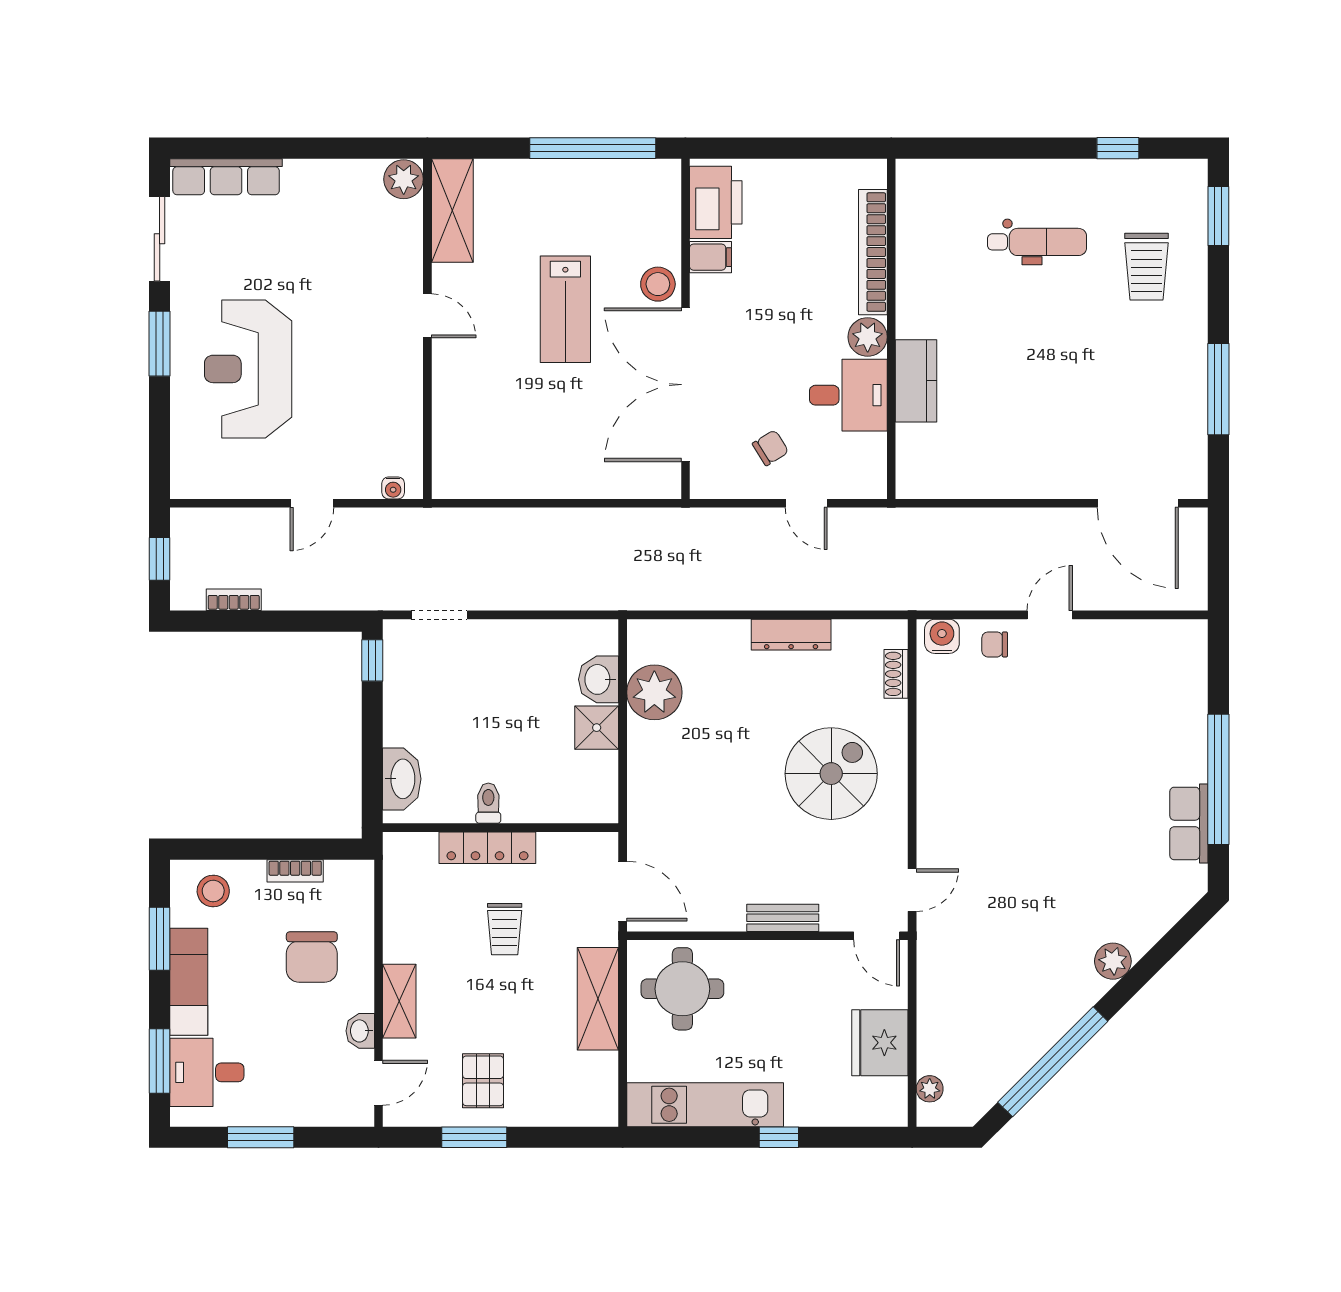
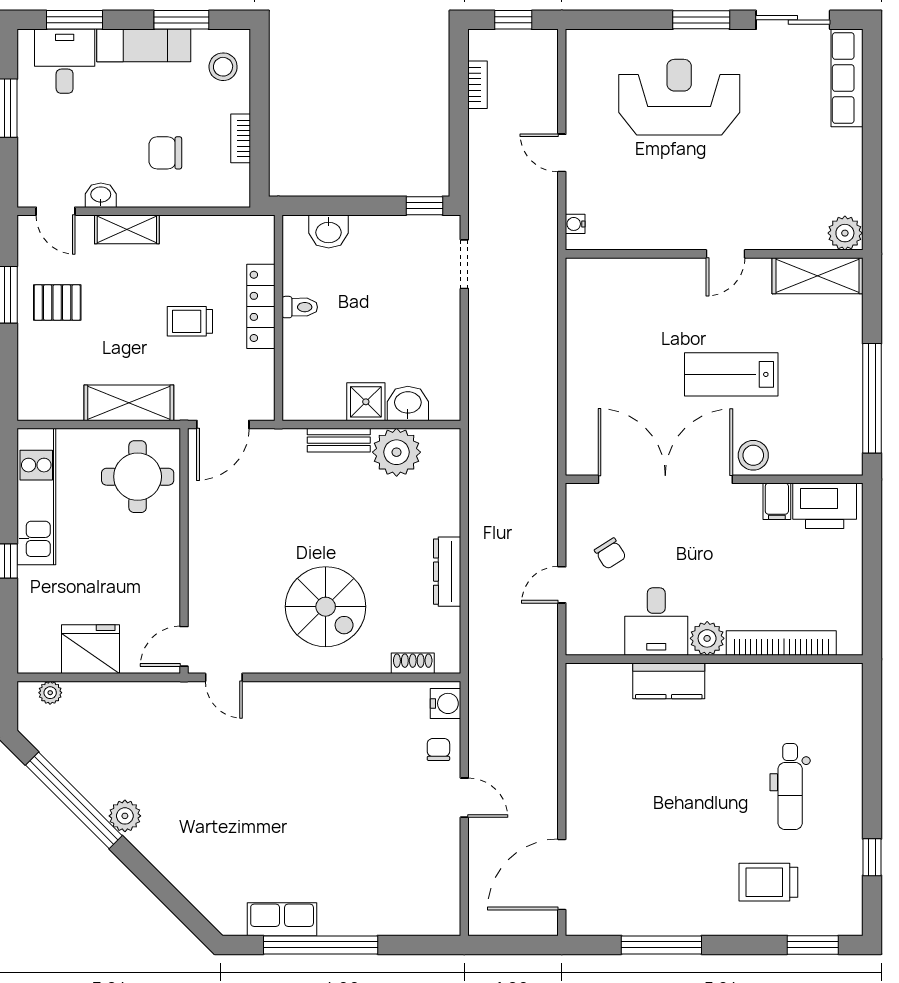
washbasin: (402, 779) -> (329, 231), width x0.72
bench: (783, 918) -> (339, 440), moved, turned 90
chair: (312, 957) -> (165, 153), width x0.73, depth x0.73
plant: (1113, 961) -> (125, 816), moved

